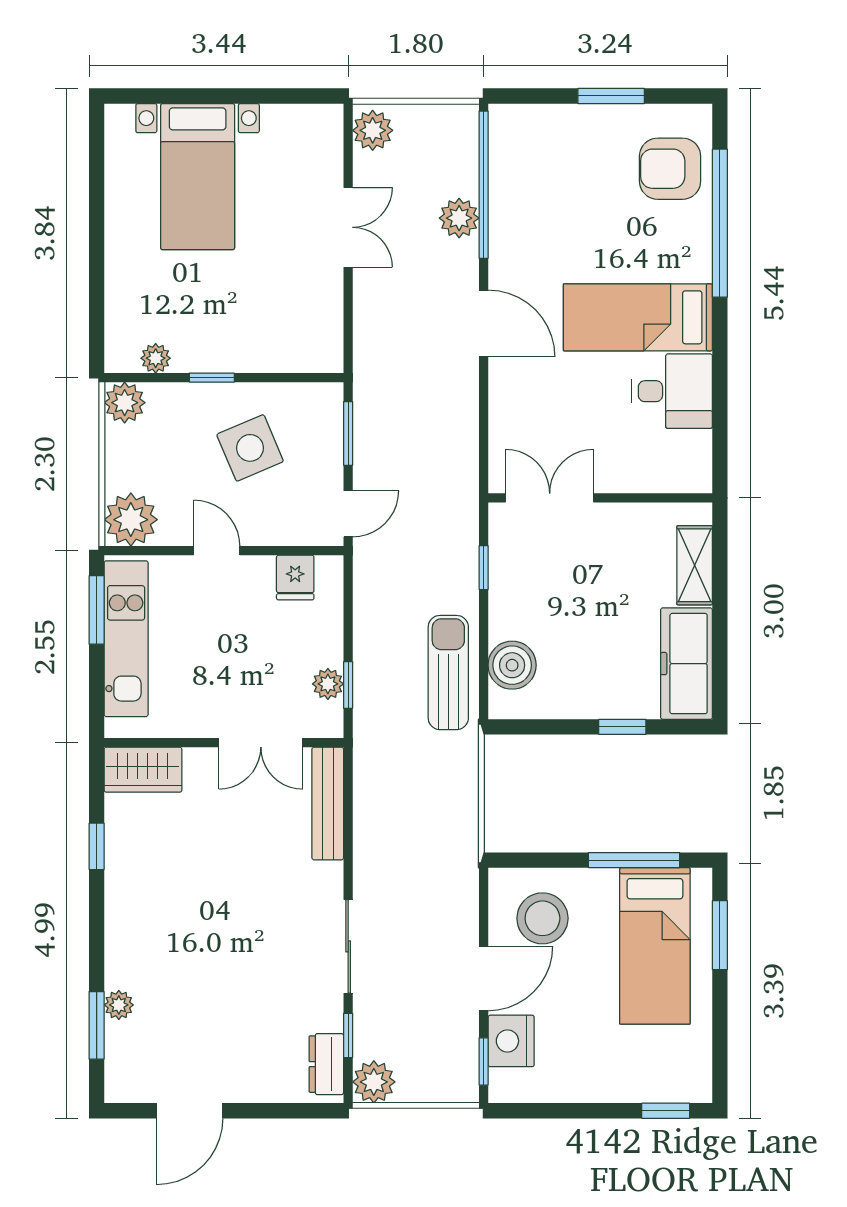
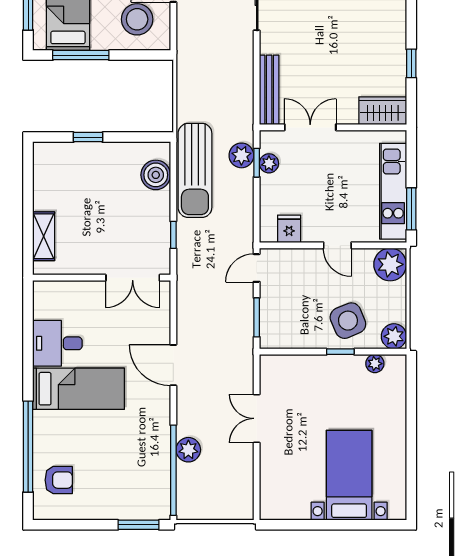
window: (611, 96) -> (139, 525), moved
plant: (373, 130) -> (241, 155), moved
armchair: (670, 169) -> (59, 480), width x0.72, depth x0.72
double door: (348, 227) -> (257, 418), moved
door: (484, 323) -> (173, 365), moved
side table: (250, 448) -> (348, 321), moved
freezer: (687, 664) -> (49, 176), removed
sun lounger: (448, 673) -> (195, 170), width x1.36, depth x1.34

